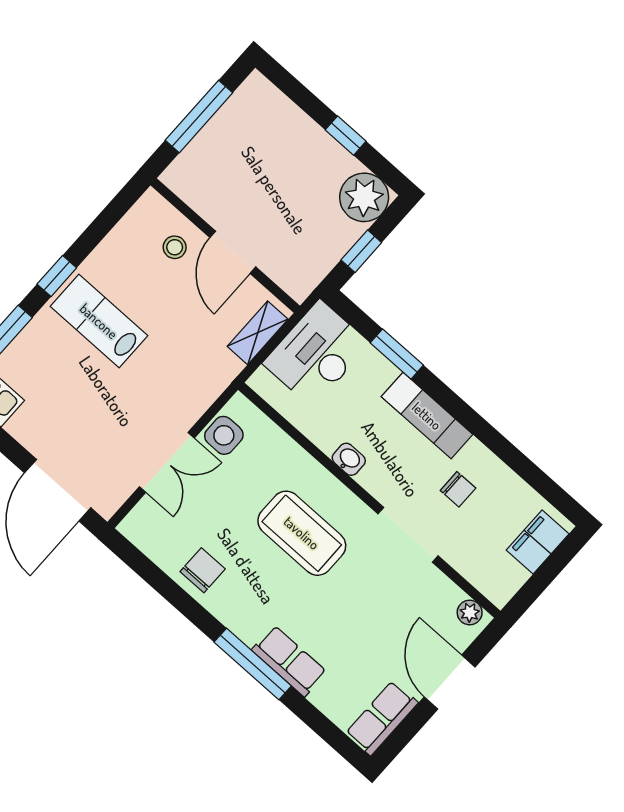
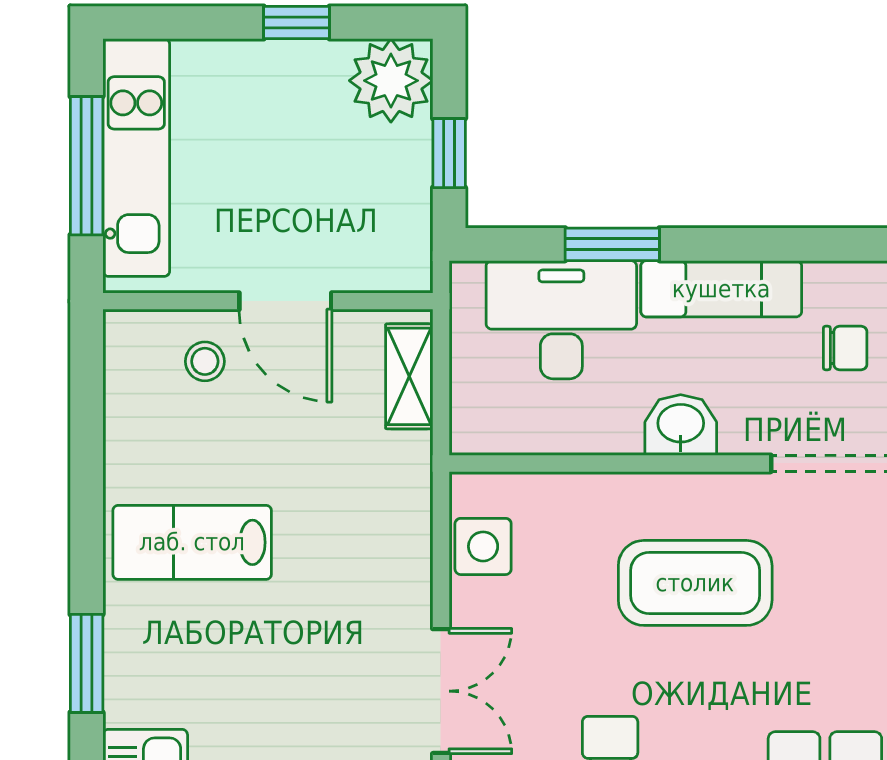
kitchen unit: (224, 132) -> (136, 158), added
window: (57, 276) -> (87, 533), removed
desk: (316, 354) -> (561, 320), moved, turned 90
washbasin: (349, 459) -> (681, 425), width x1.38, depth x1.45
double door: (167, 462) -> (441, 691), moved

